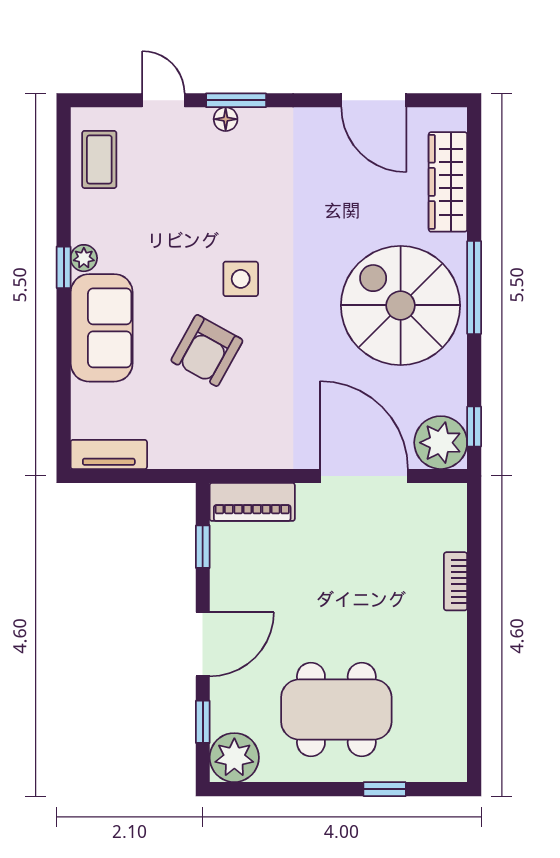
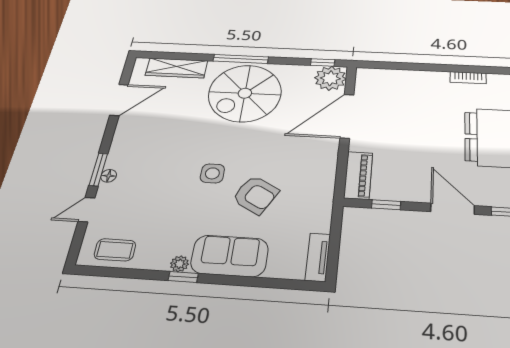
bookcase: (456, 581) -> (468, 78), moved

